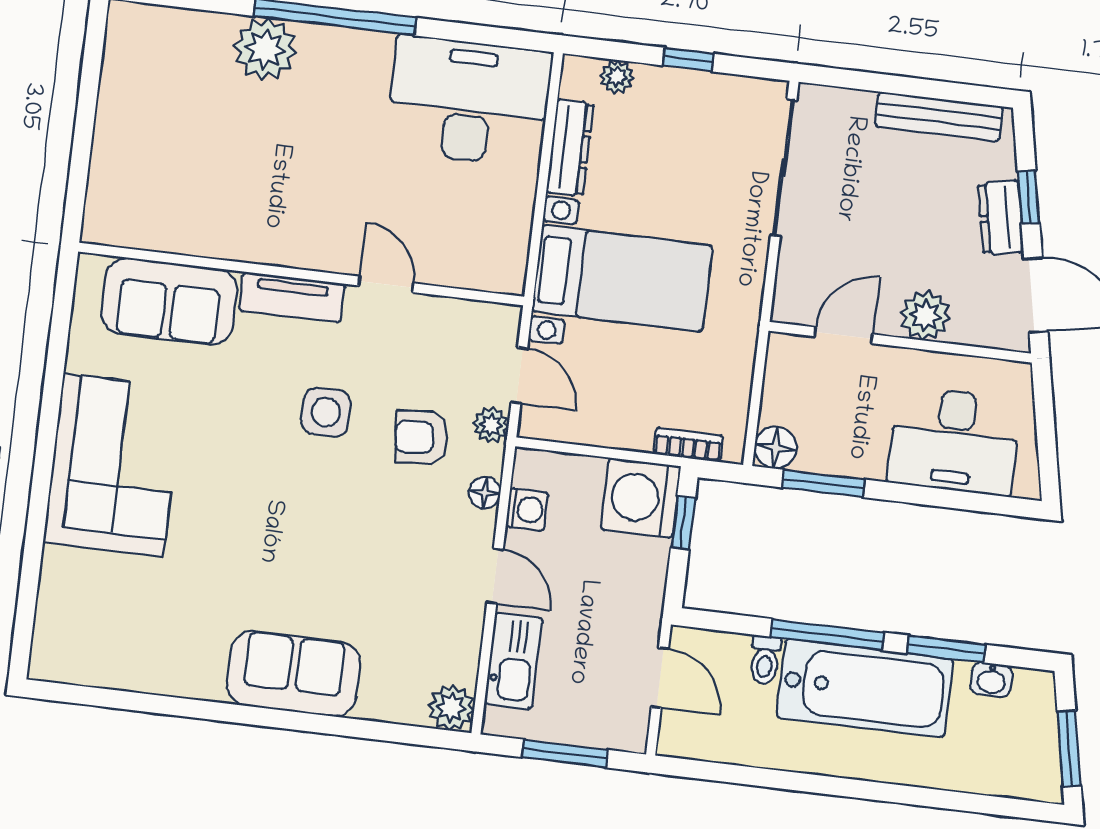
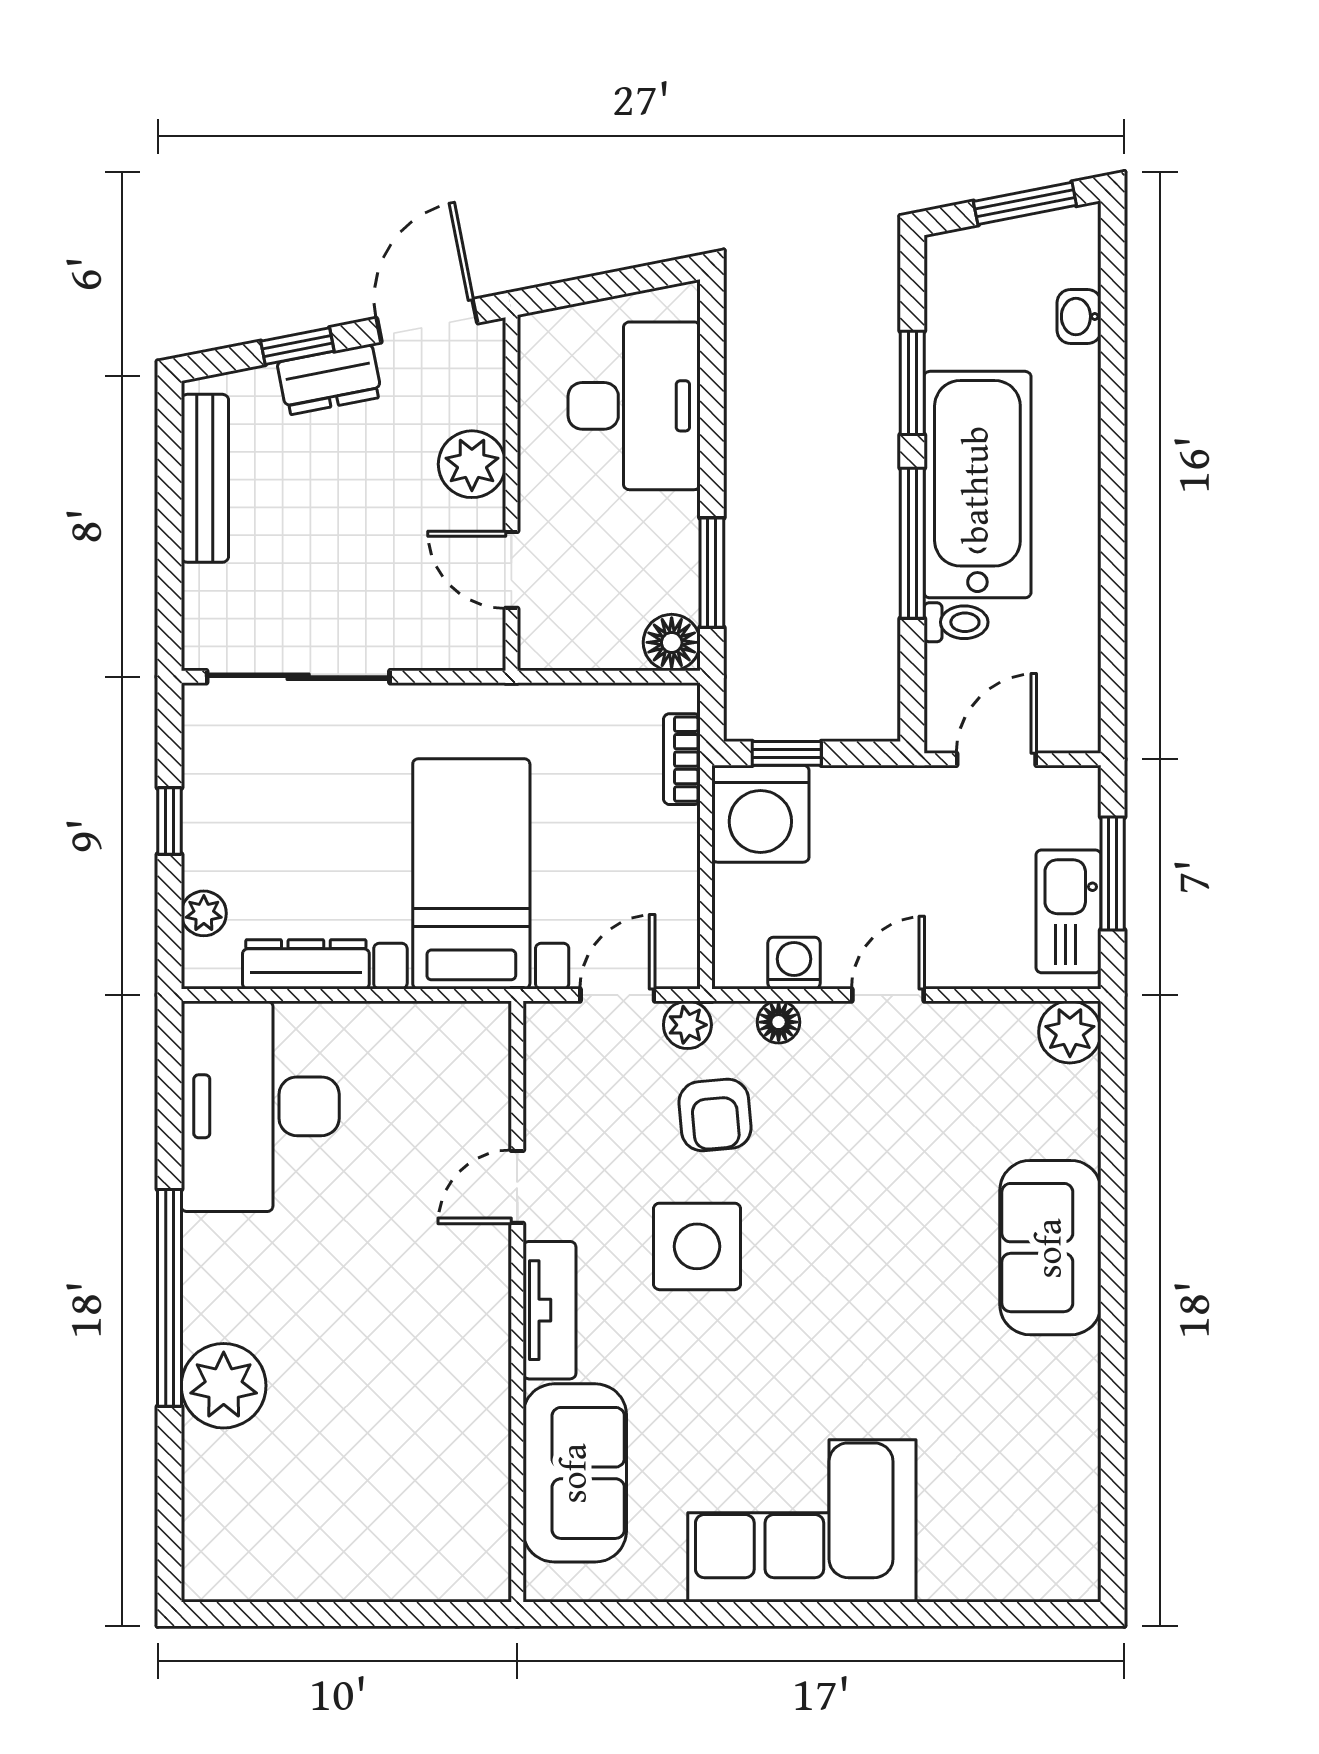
side table: (326, 412) -> (697, 1246), width x1.37, depth x1.37
kitchen sink: (514, 661) -> (1068, 911), moved, turned -90
washbasin: (991, 680) -> (1079, 317), moved, turned 180

